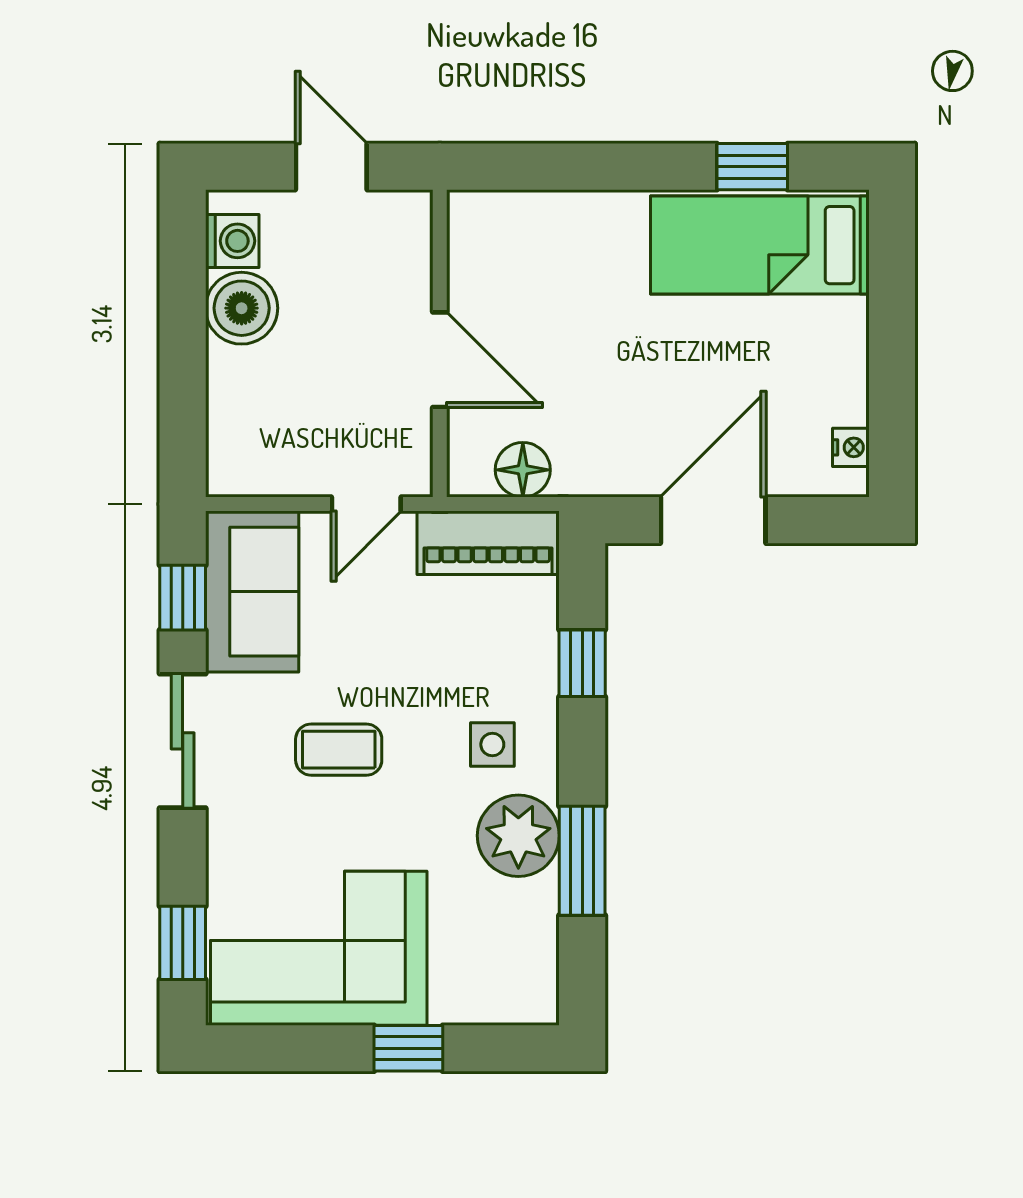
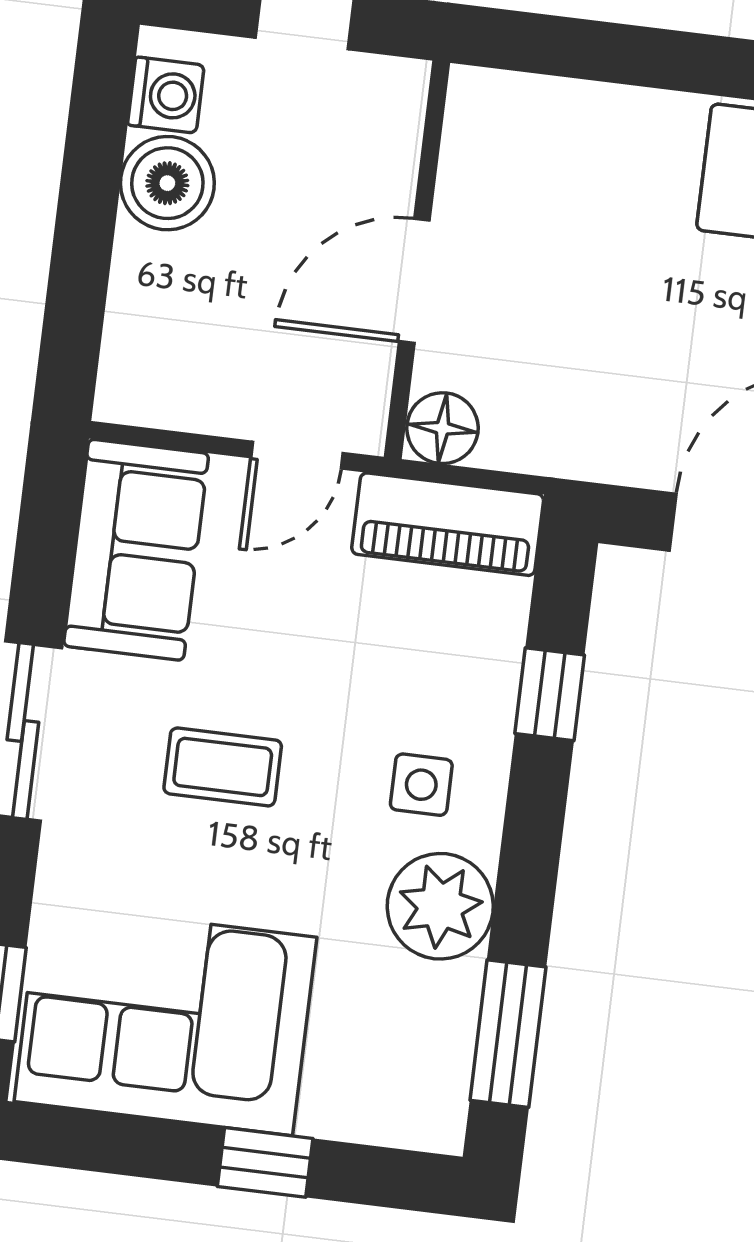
door: (440, 360) -> (414, 281), swing flipped
floor lamp: (523, 470) -> (442, 428), moved
window: (183, 598) -> (46, 547), removed
window: (582, 861) -> (508, 1034), moved

